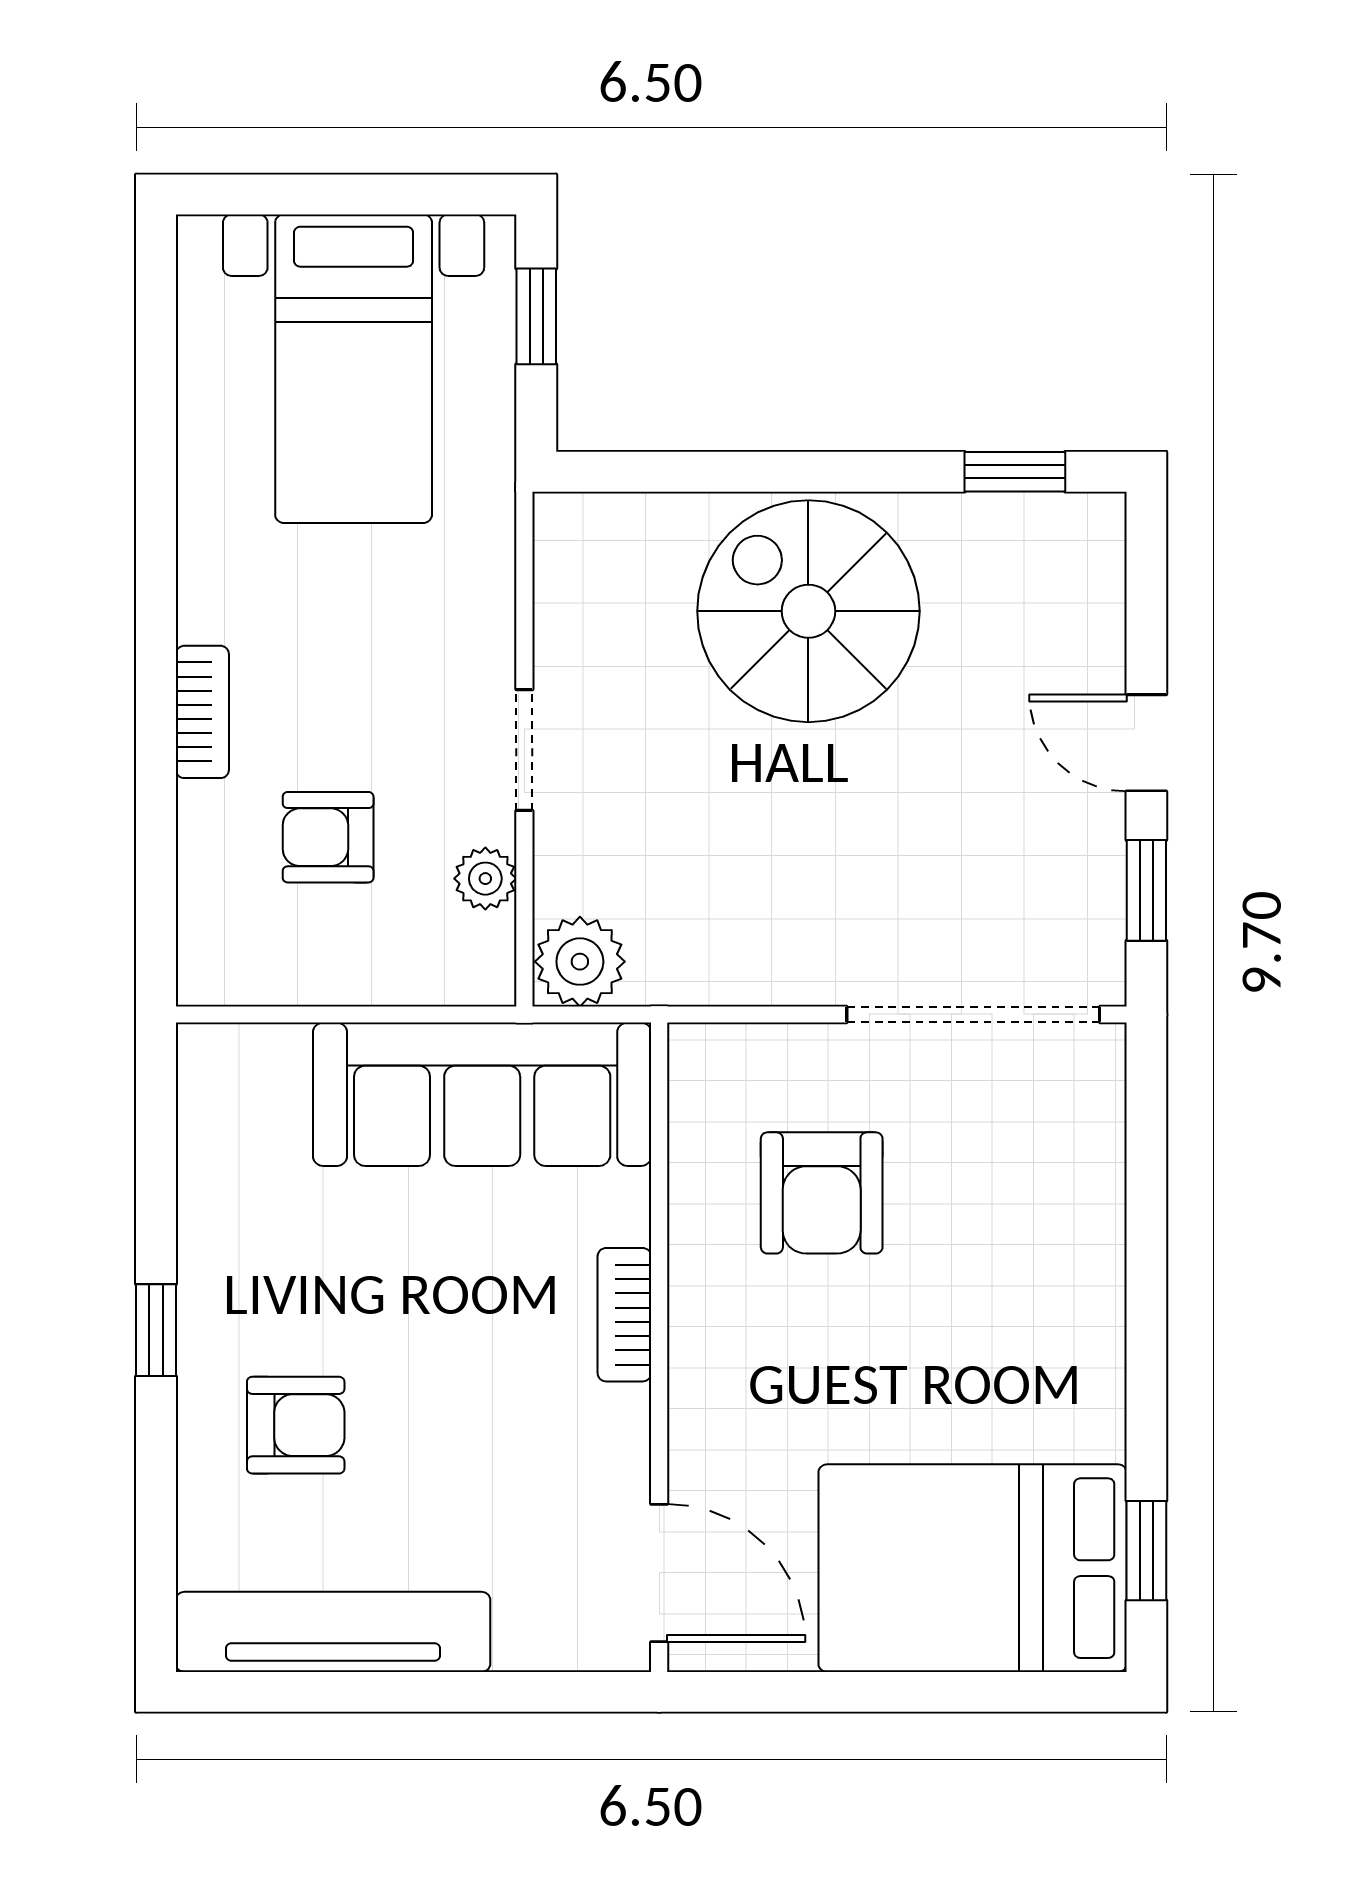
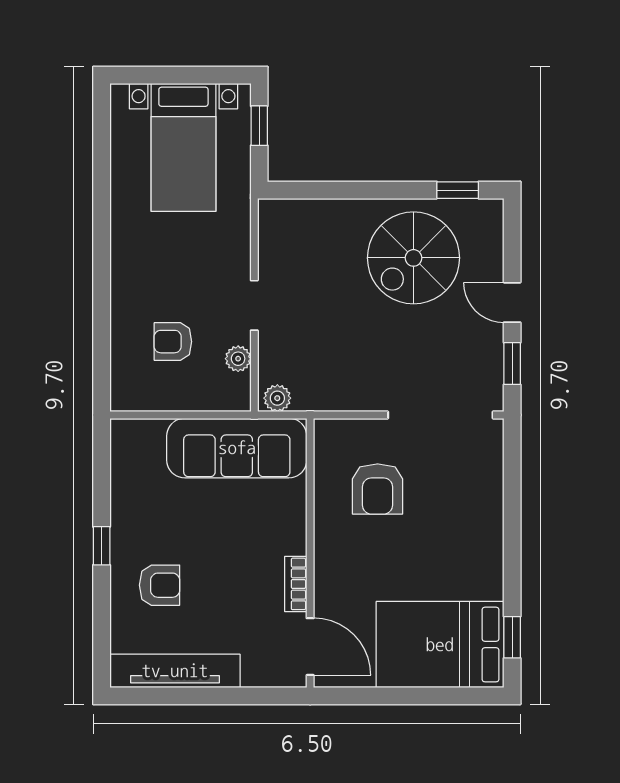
spiral stairs: (808, 611) -> (414, 258), moved, turned -90
bookcase: (202, 712) -> (121, 290), removed
plant: (580, 962) -> (277, 398), width x0.73, depth x0.73
bookcase: (624, 1315) -> (296, 584), moved

